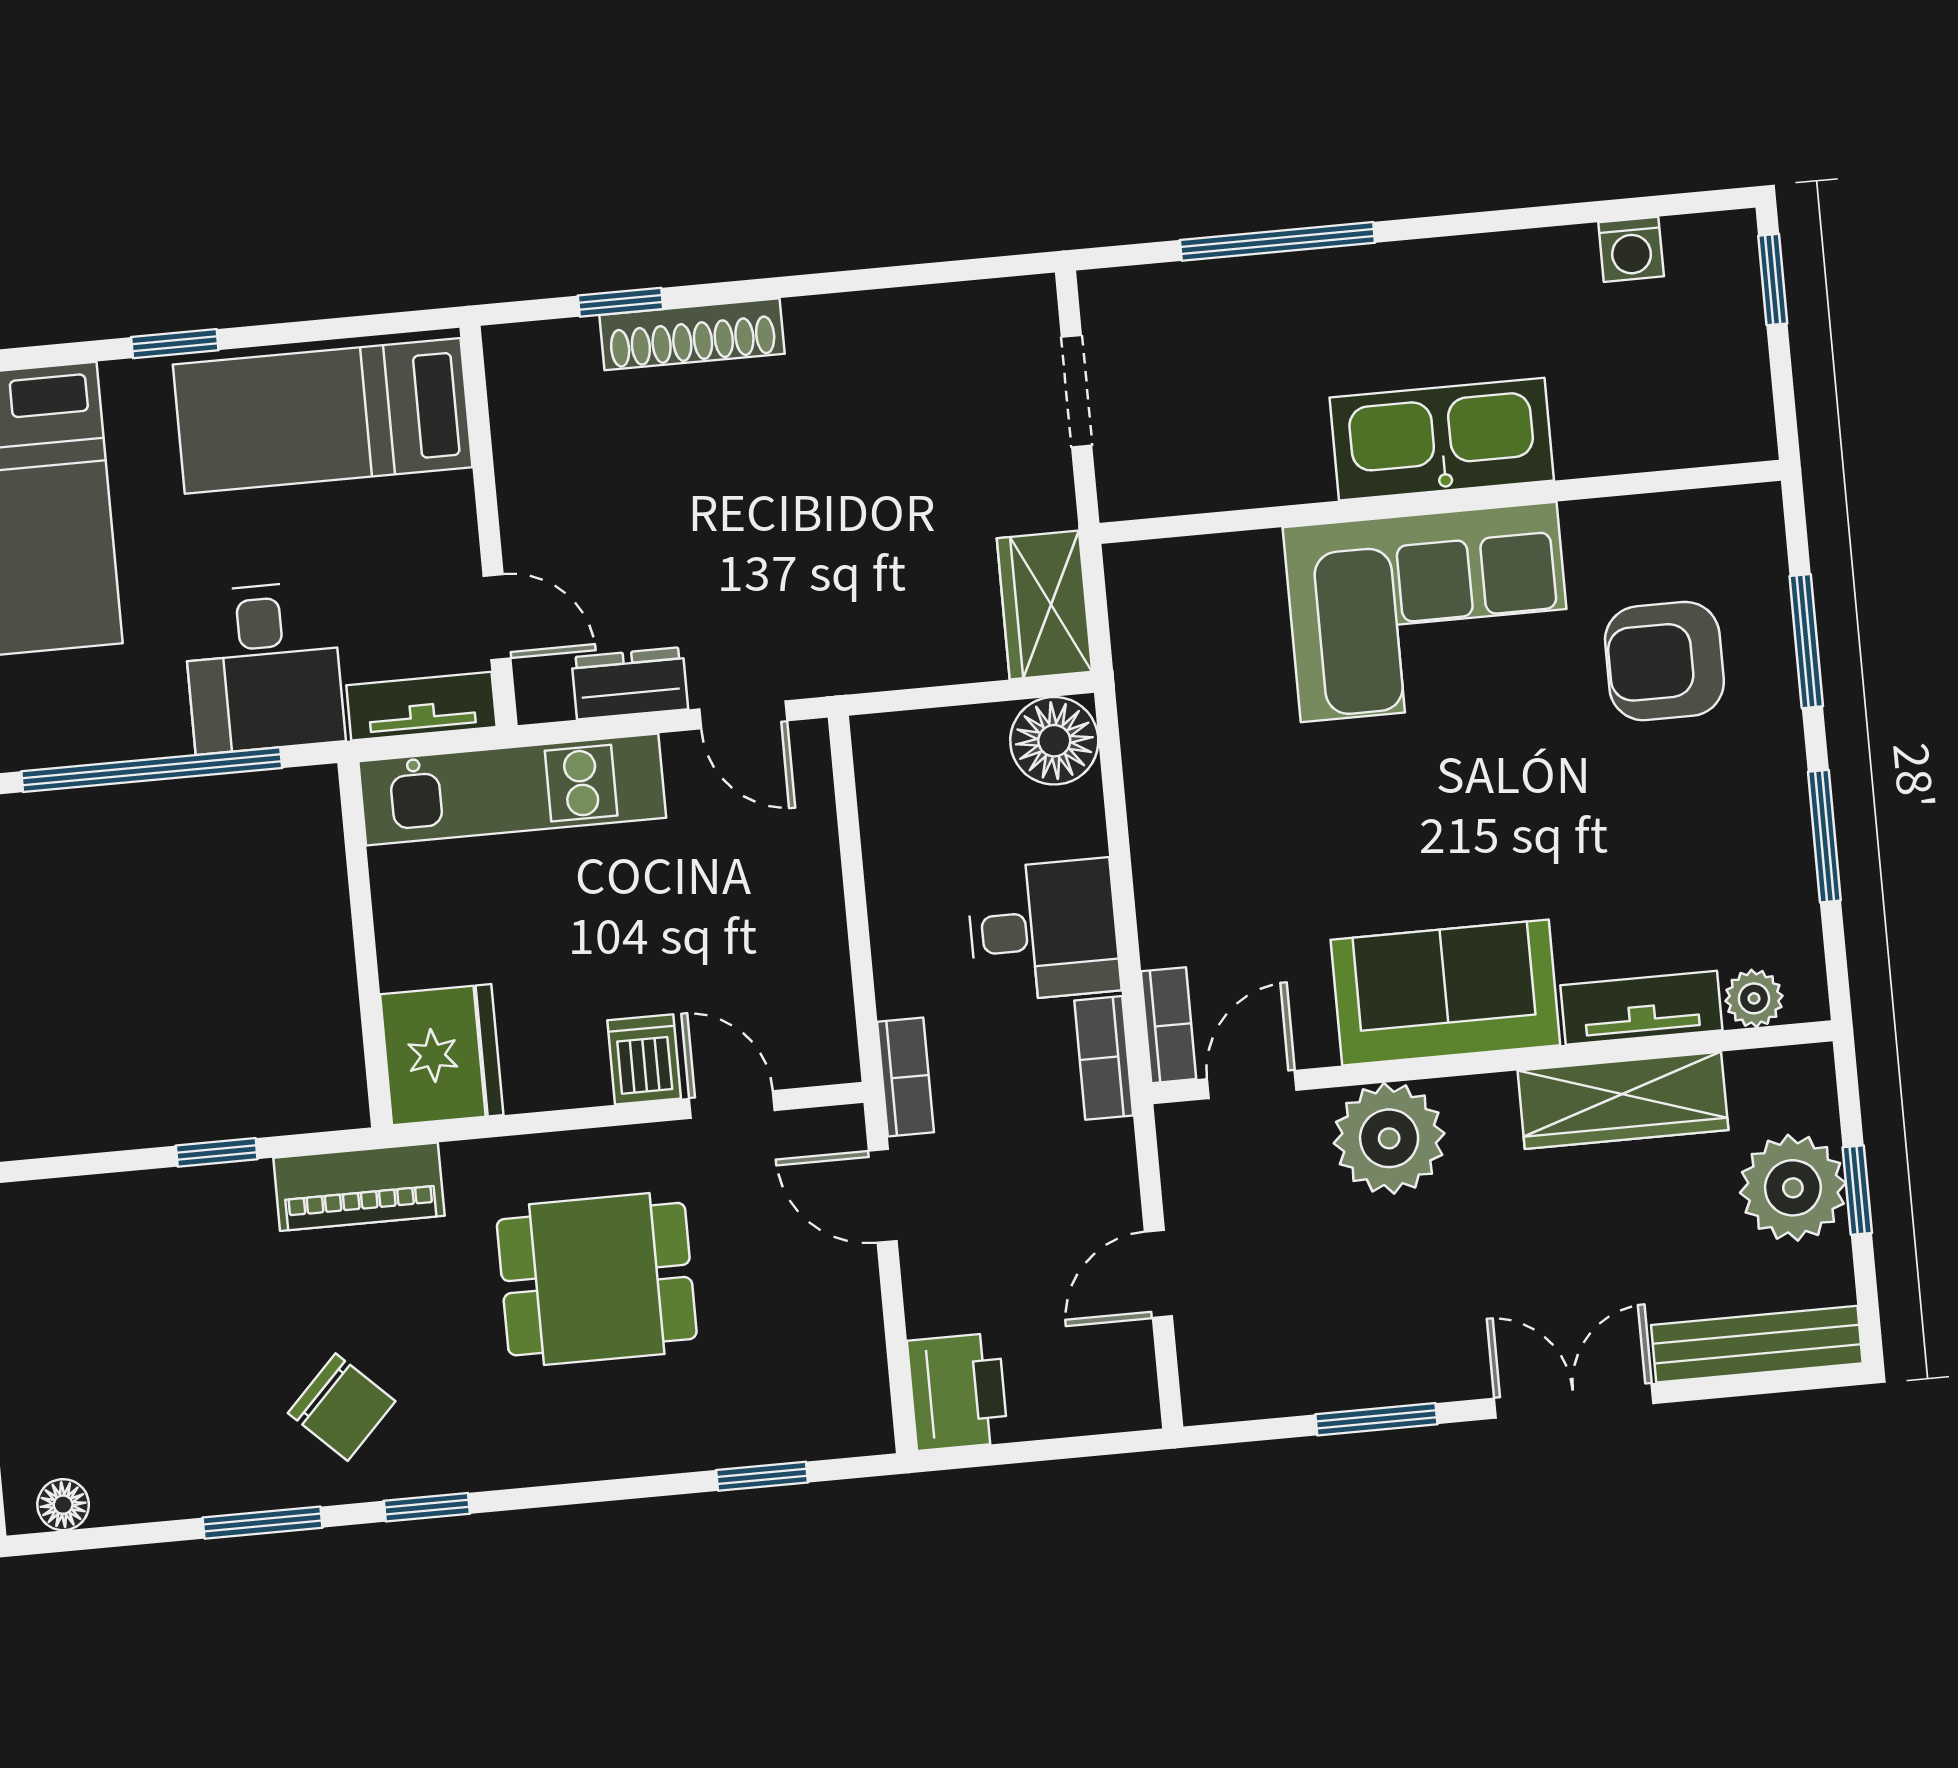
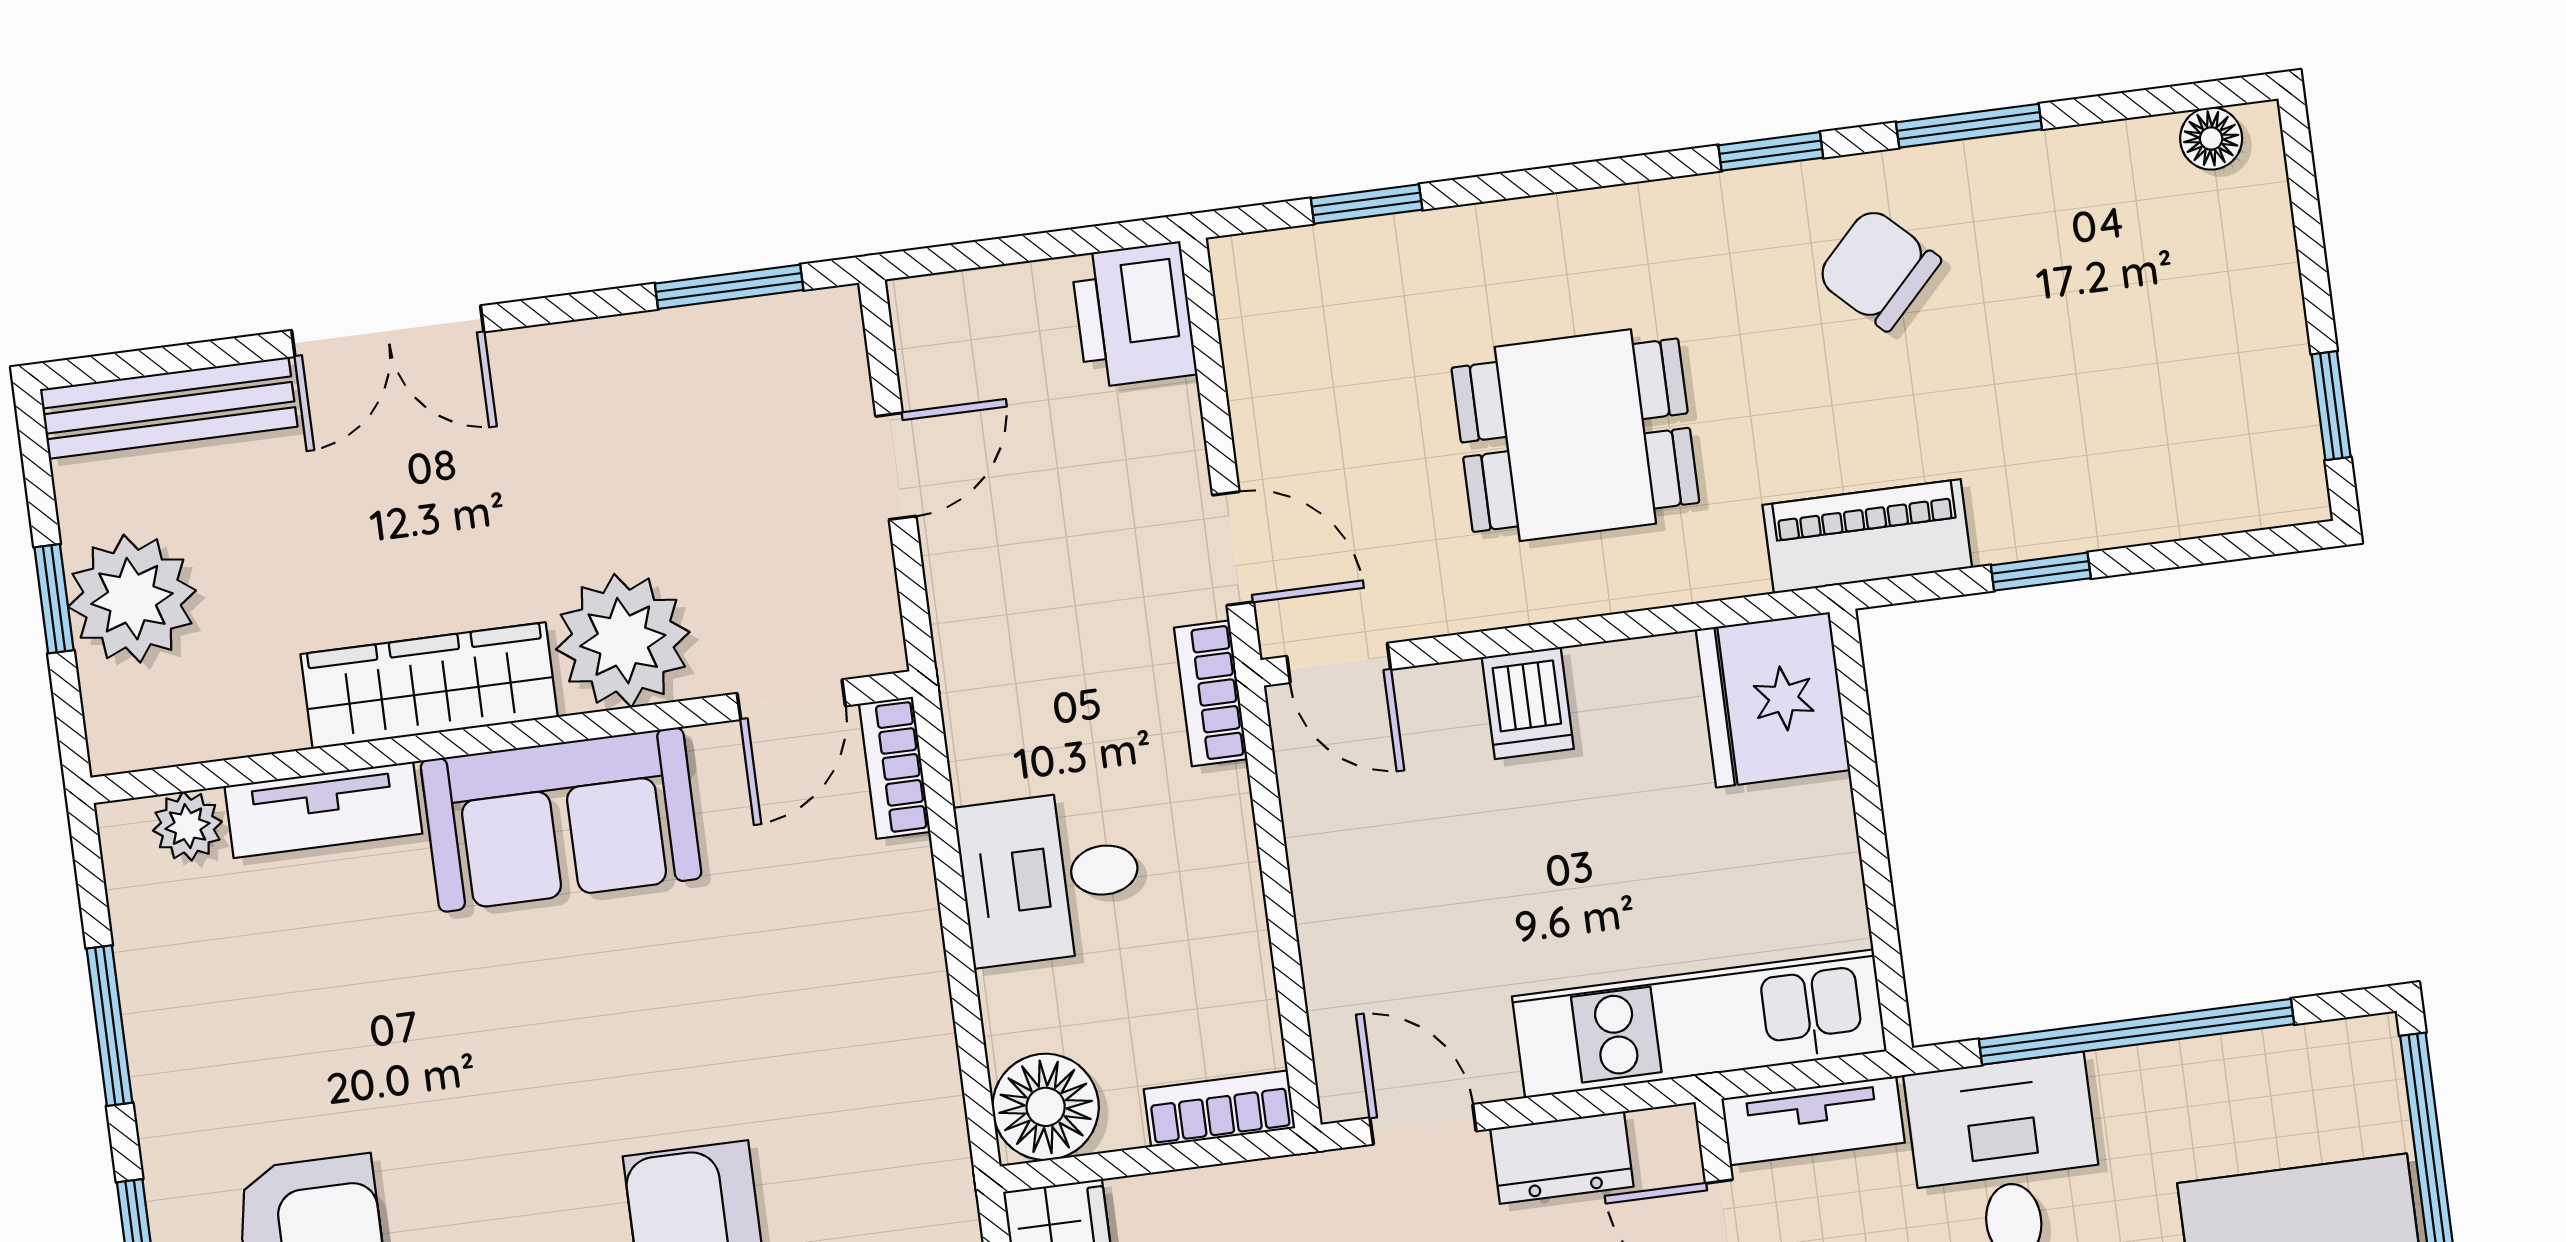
bookcase: (1104, 1058) -> (1220, 1109), moved, turned -90
wardrobe: (1623, 1100) -> (429, 686), moved
door: (732, 1105) -> (1339, 663), moved
window: (1376, 1419) -> (729, 287), moved

